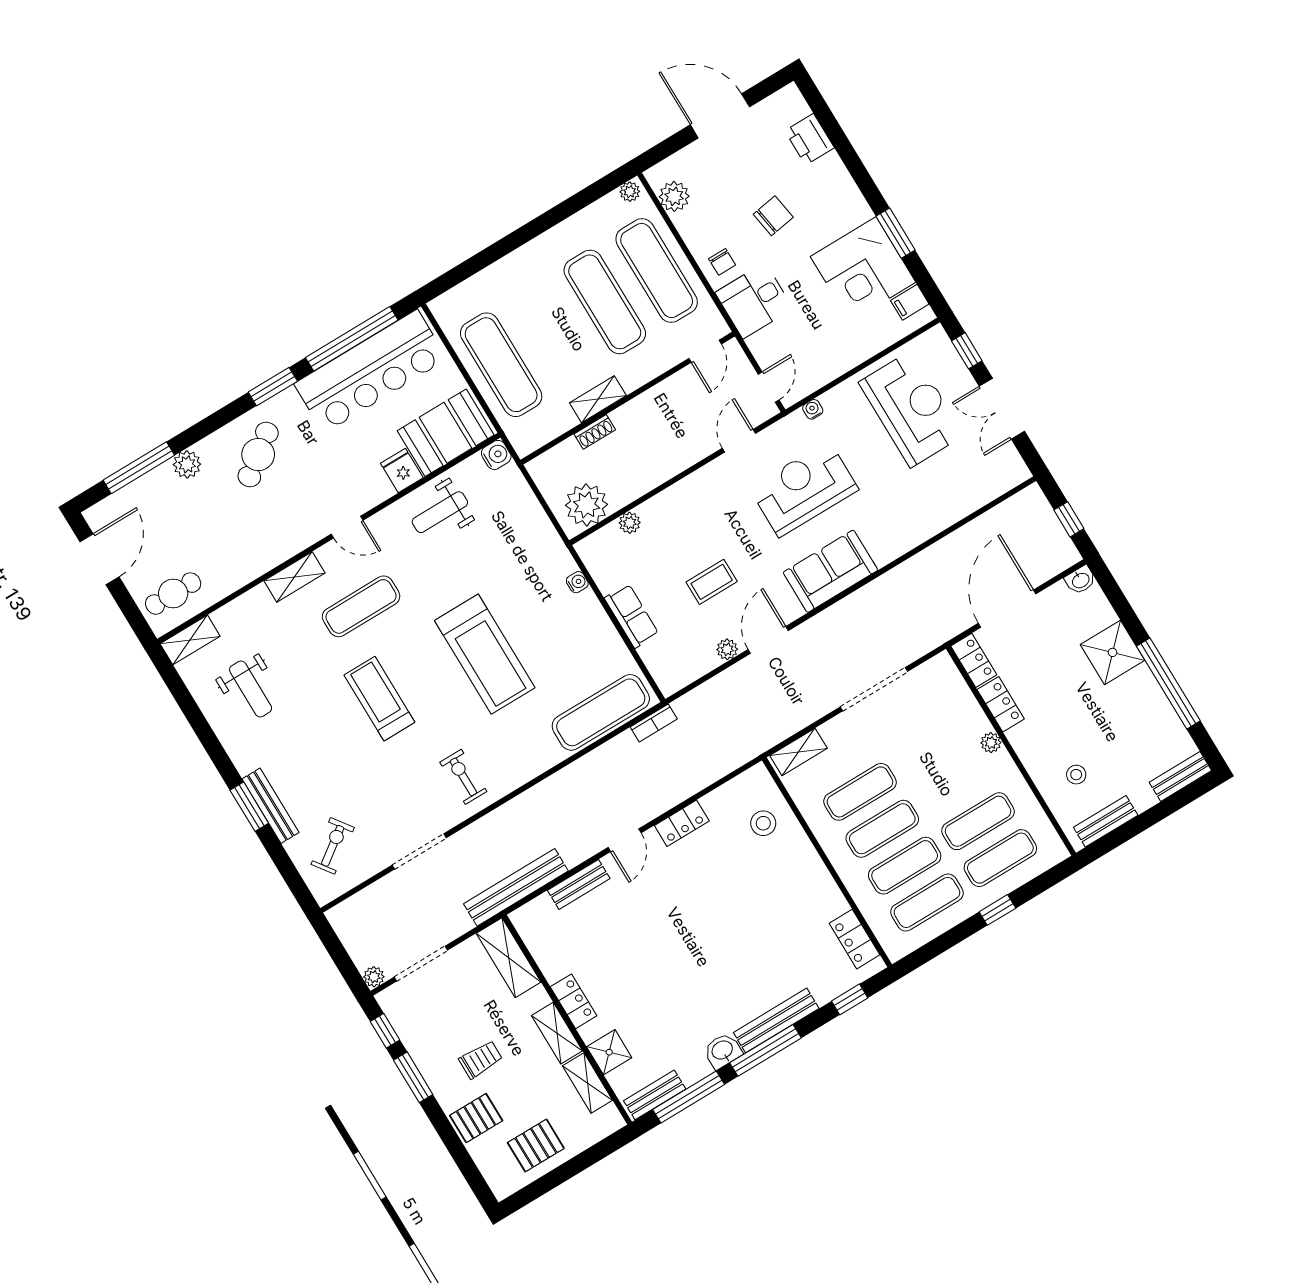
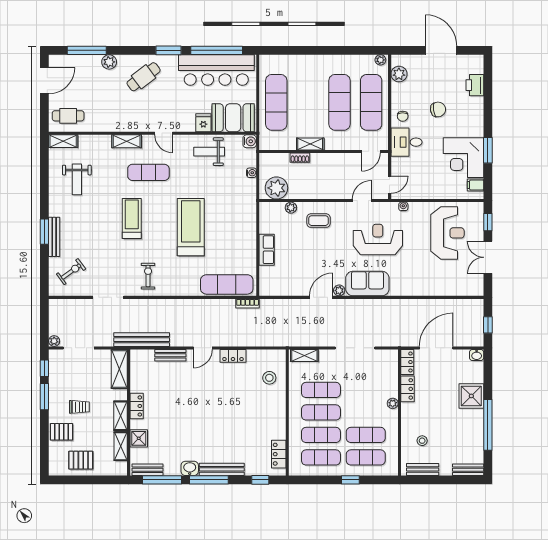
water cooler: (577, 582) -> (251, 173), moved
coffee table: (712, 582) -> (319, 221), moved
plant: (727, 649) -> (339, 290), moved
treadmill: (485, 654) -> (191, 227), turned 180

